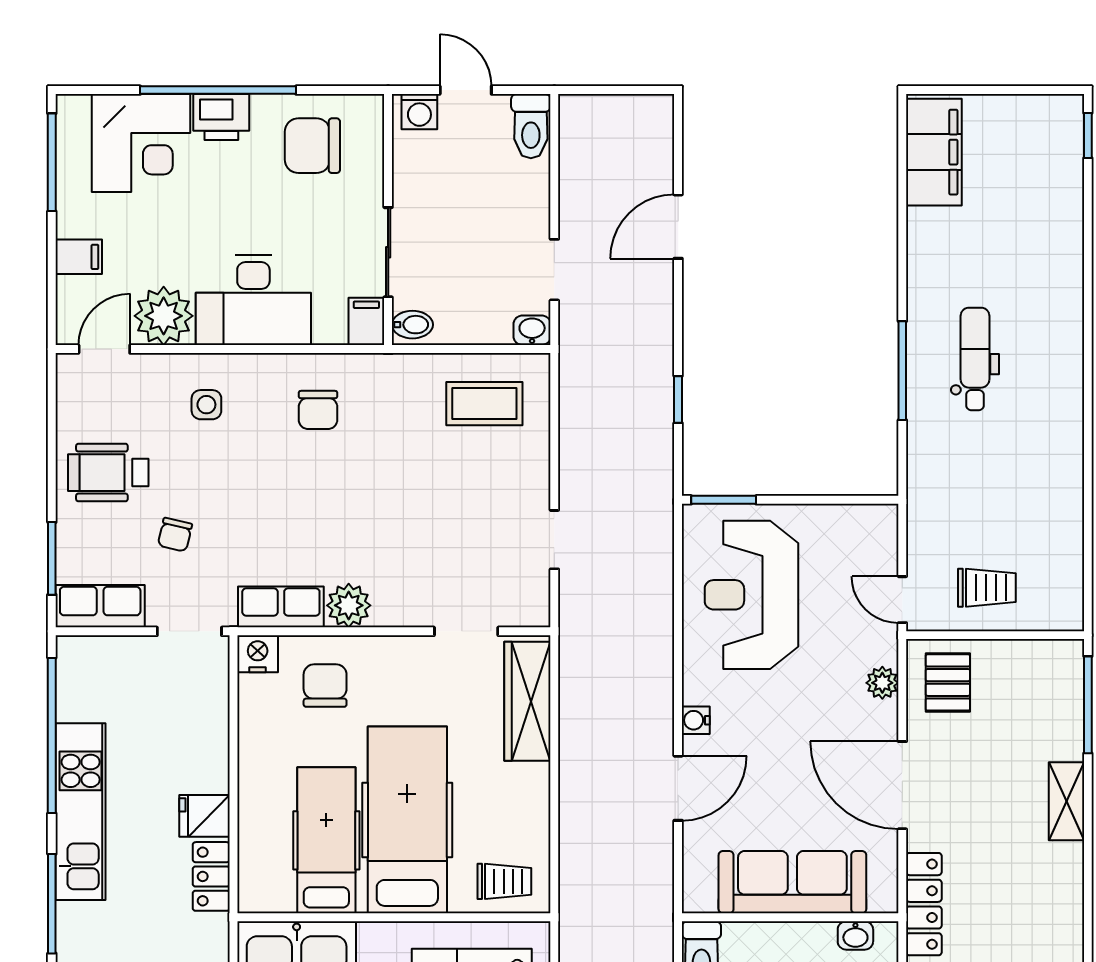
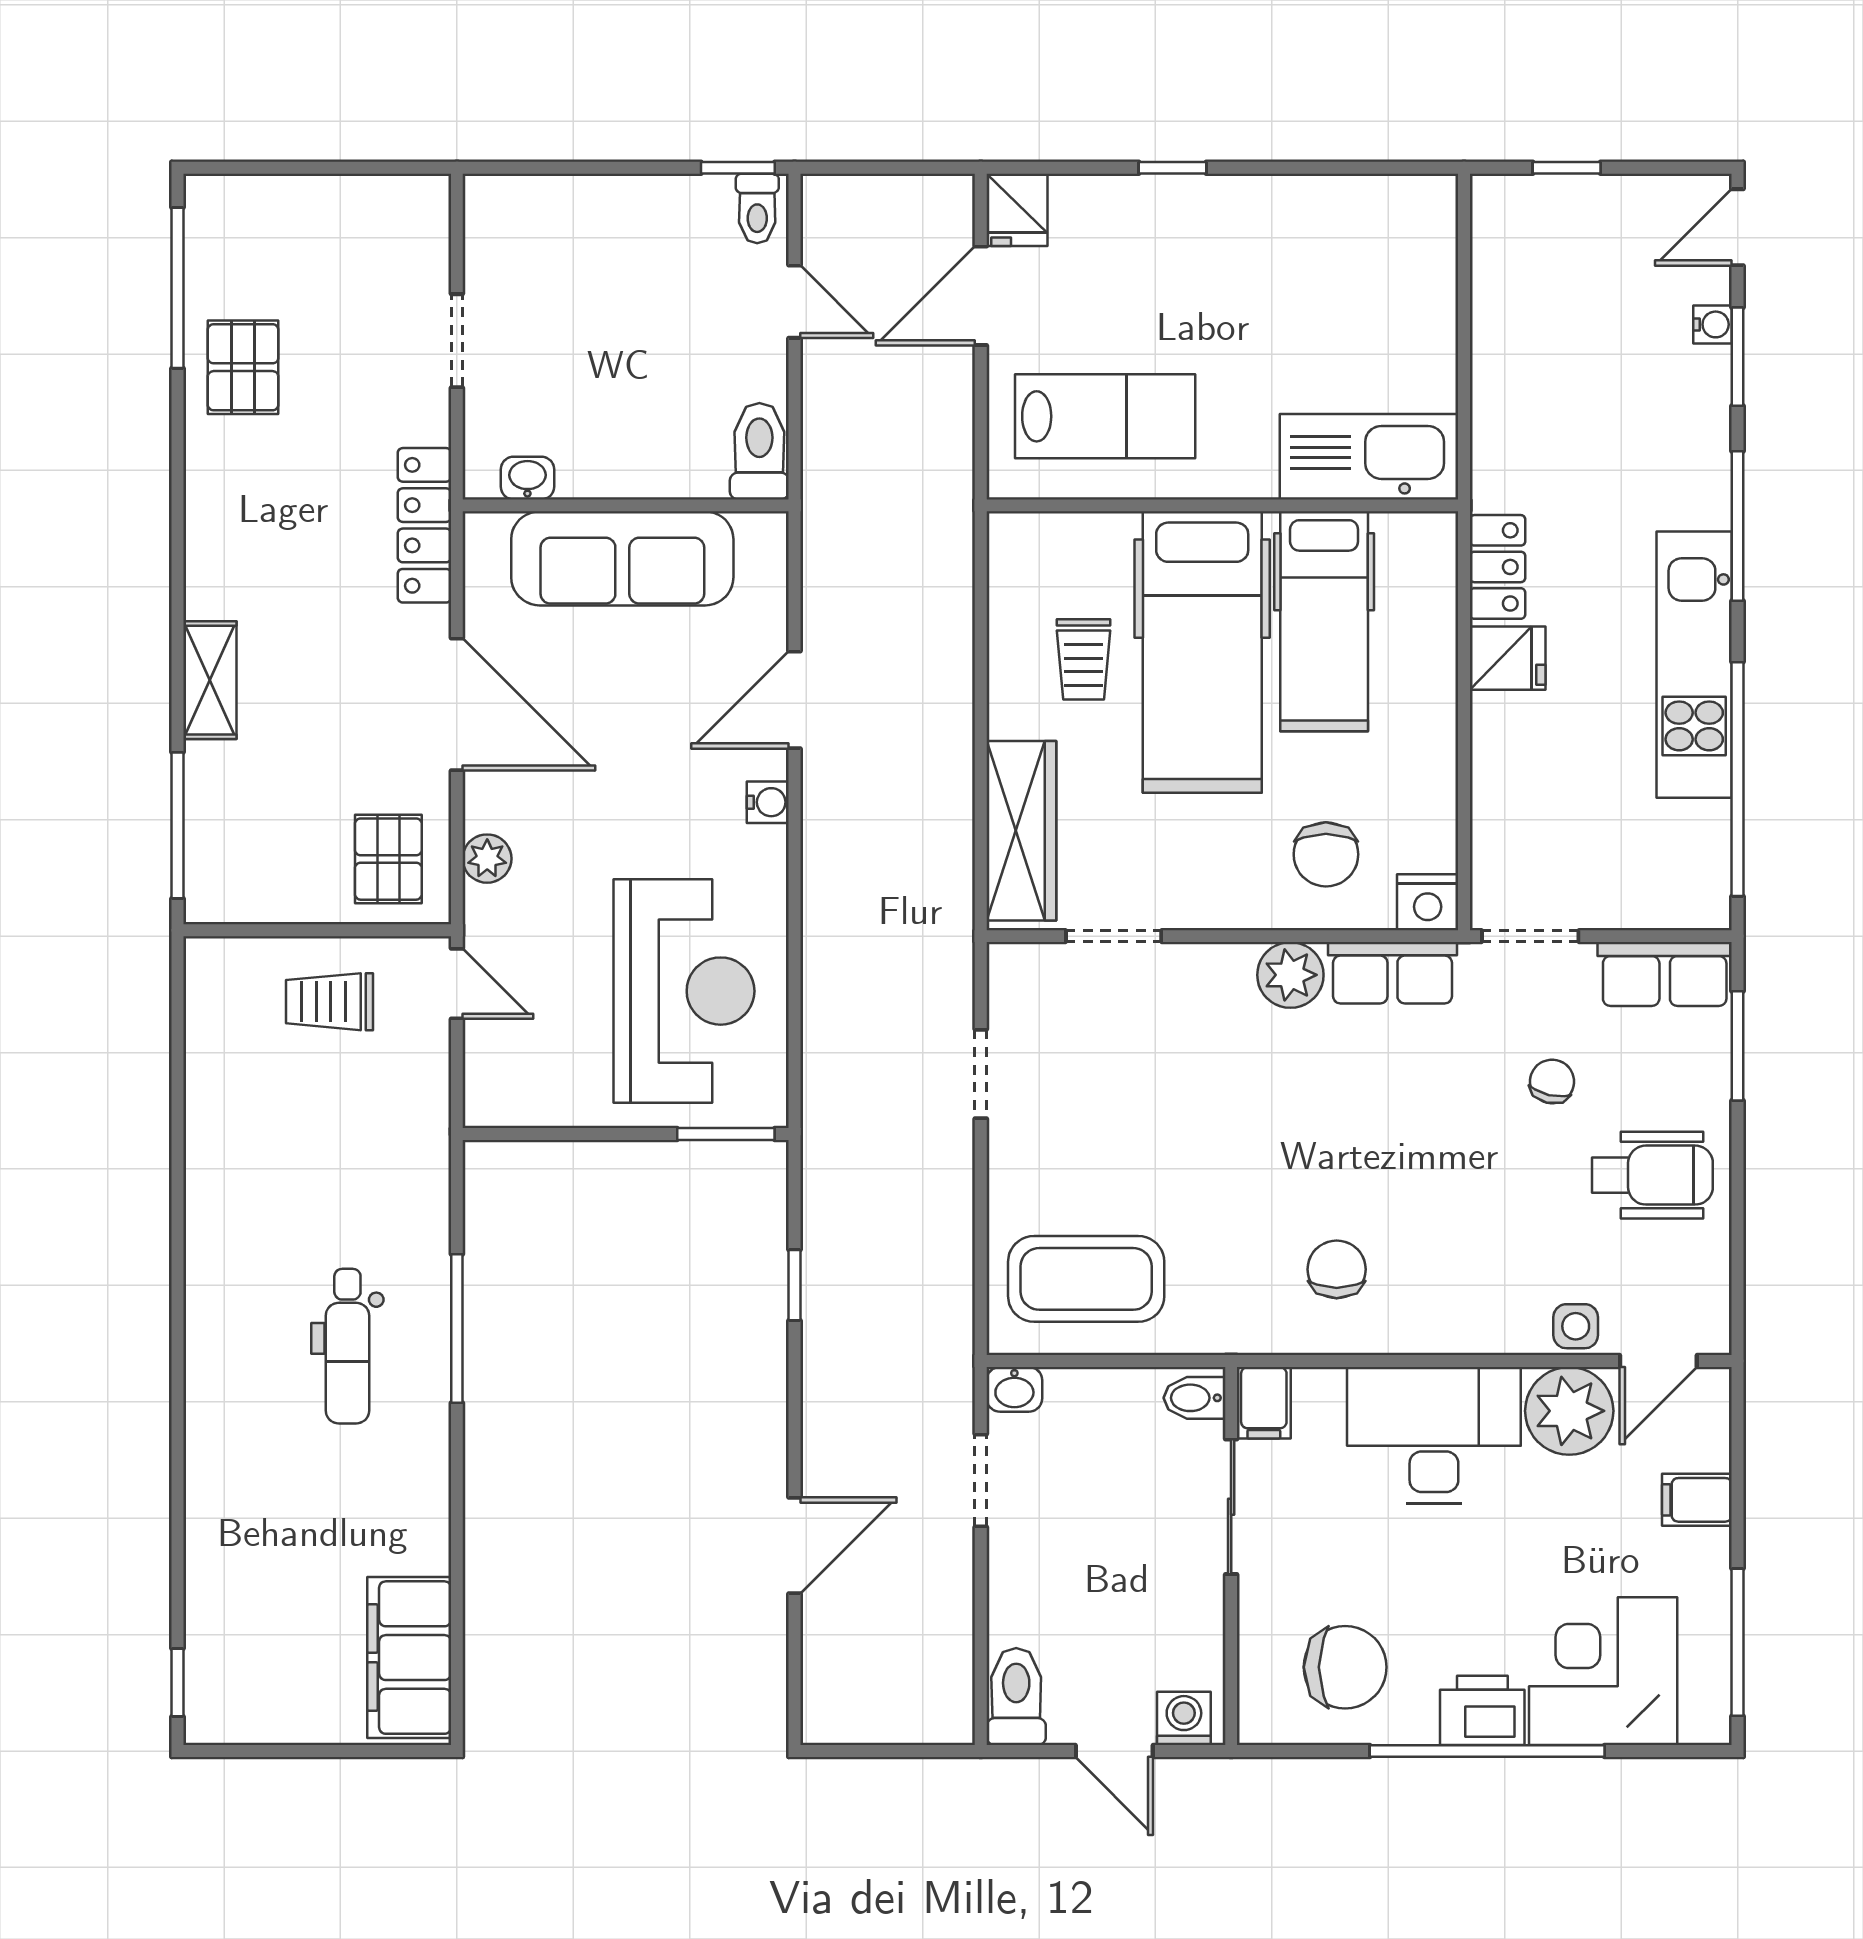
coffee table: (484, 404) -> (1086, 1279), width x1.36, depth x1.32
side table: (206, 405) -> (1576, 1326), moved
trolley: (504, 881) -> (1084, 659), moved, turned -90

